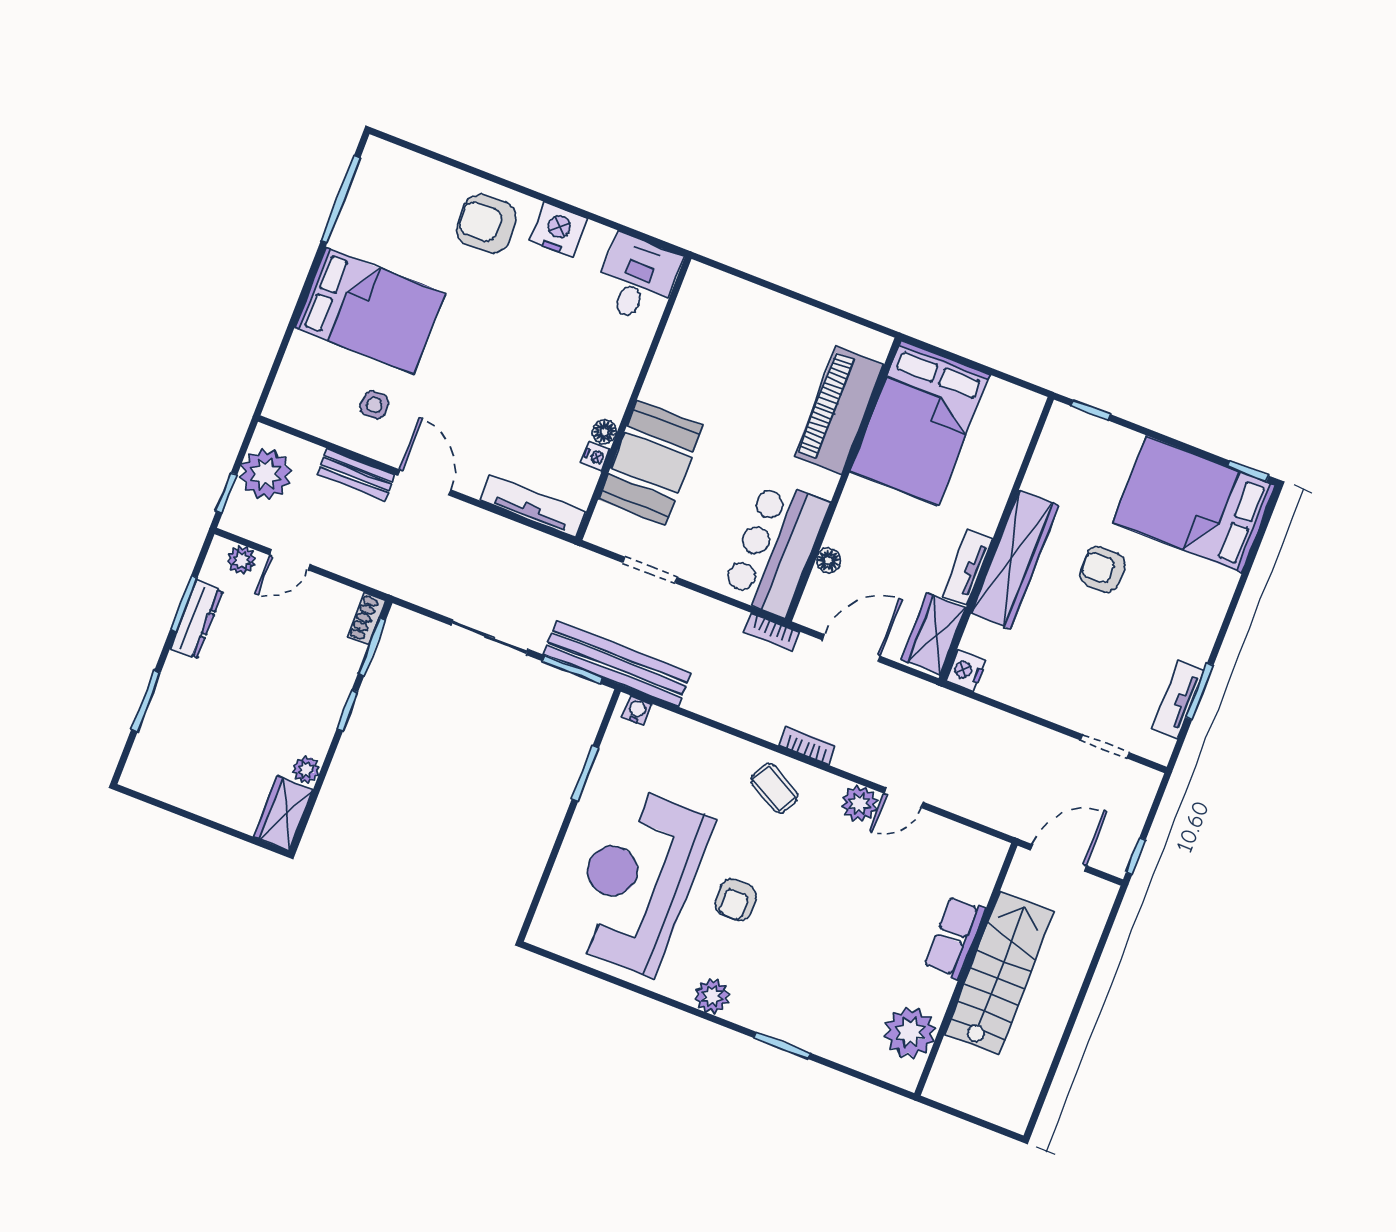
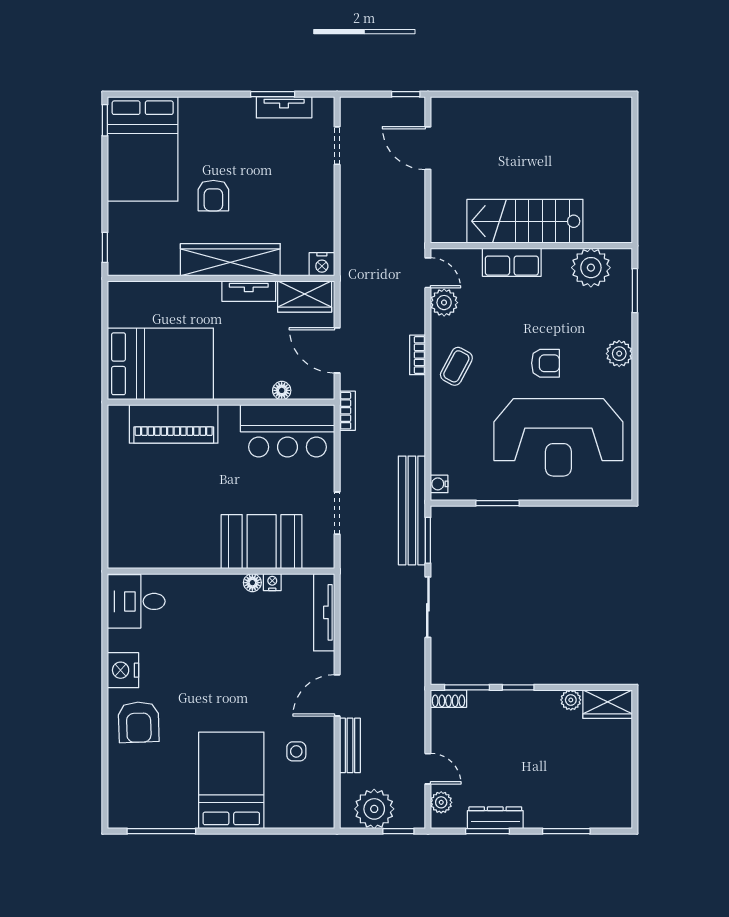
row of seats: (955, 937) -> (512, 262), moved
wall: (966, 969) -> (531, 246), moved
stairs: (999, 973) -> (525, 221), moved
plant: (910, 1033) -> (591, 268), moved

